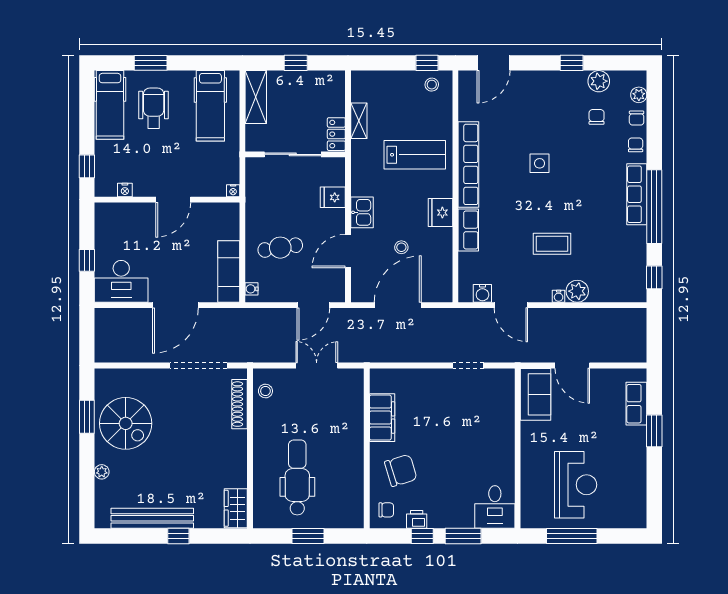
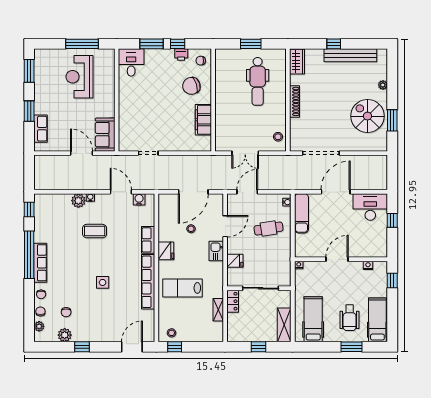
shoe rack: (239, 404) -> (295, 101), moved
window: (654, 494) -> (29, 71), added

